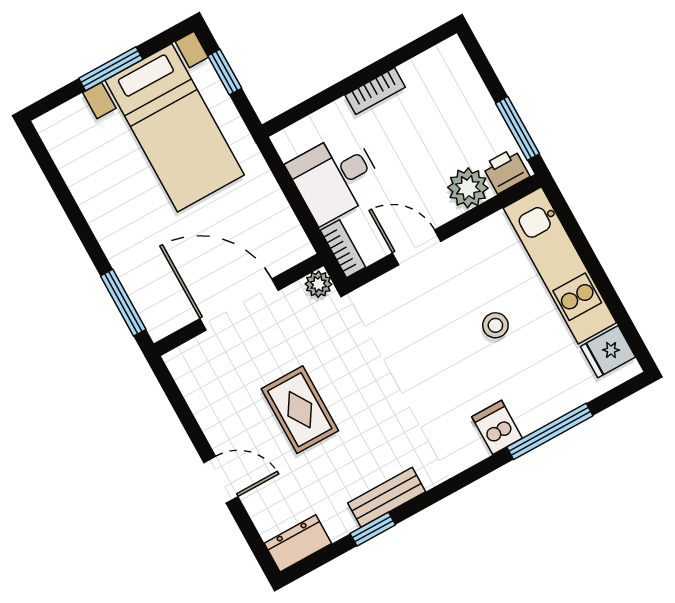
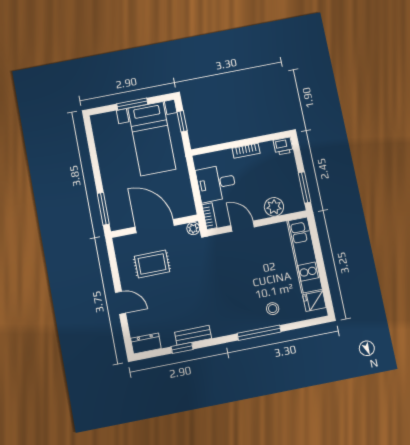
printer: (506, 171) -> (283, 146), moved, turned 180
stool: (495, 325) -> (273, 309), moved
rug: (300, 410) -> (152, 264), moved, turned 90
dishwasher: (497, 427) -> (253, 320), removed
window: (550, 431) -> (259, 333), moved

